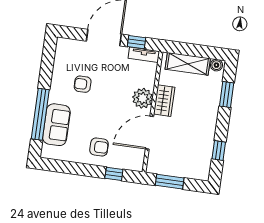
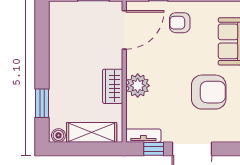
armchair: (83, 84) -> (209, 92), width x1.88, depth x1.88
door: (150, 133) -> (124, 30), moved
window: (219, 151) -> (42, 38), removed

